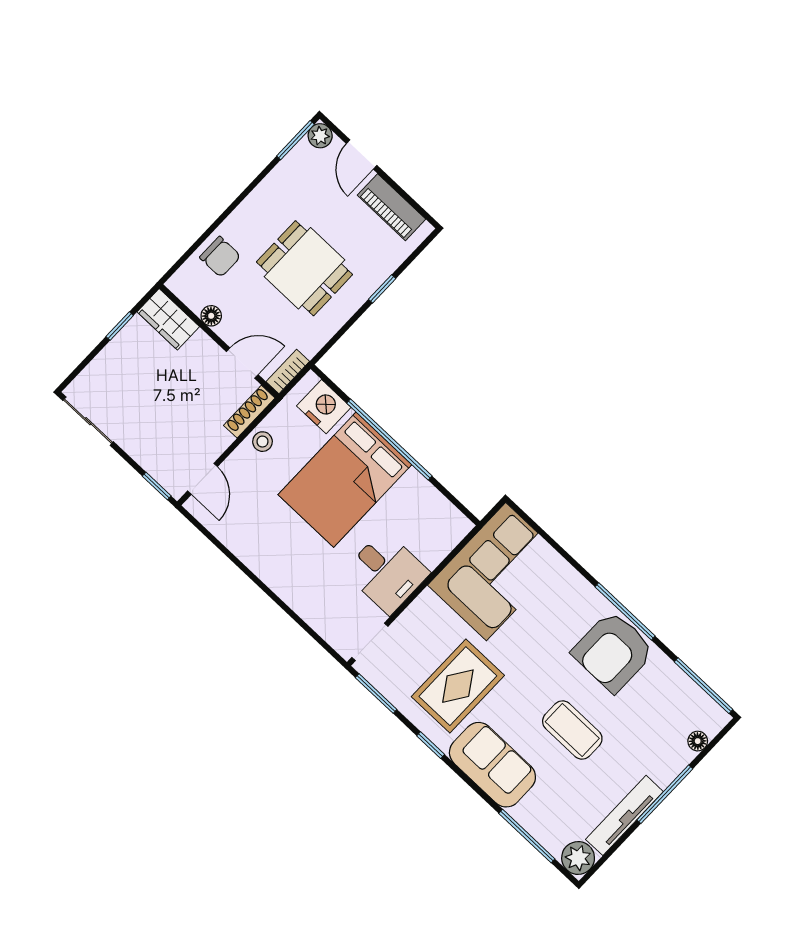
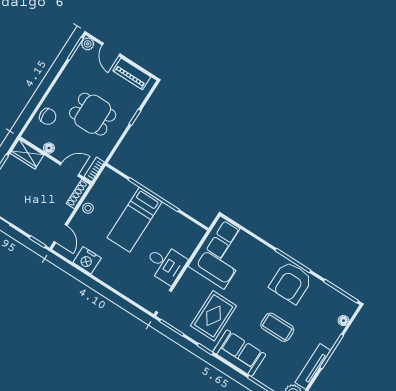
nightstand: (324, 407) -> (87, 260), moved, turned 180
bed: (345, 480) -> (135, 220), width x0.67

